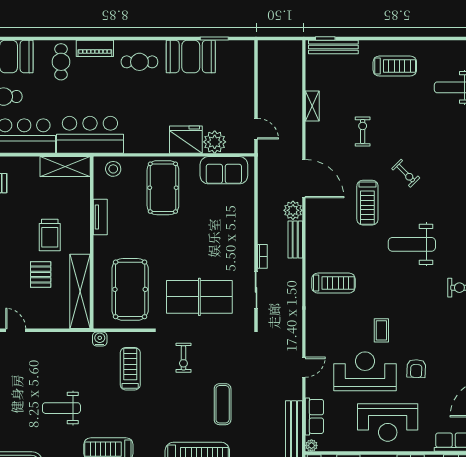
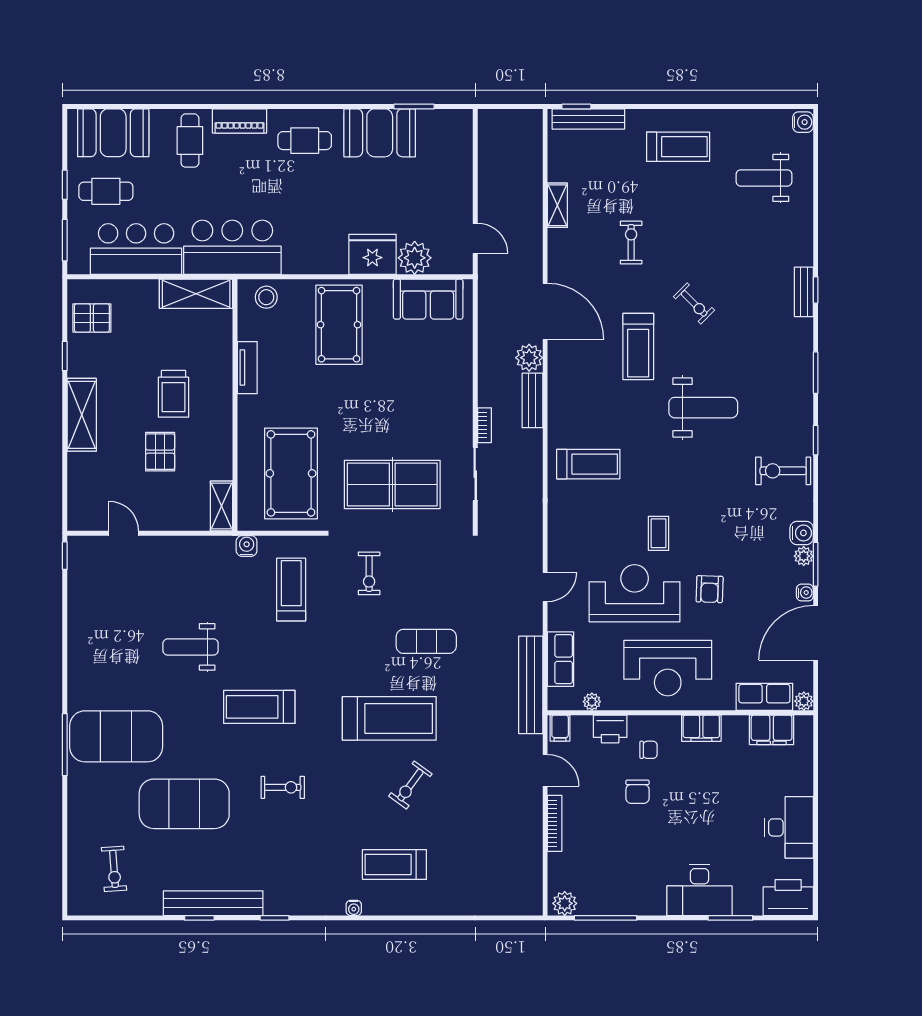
weight bench: (412, 244) -> (703, 408), turned 180
shelving: (80, 291) -> (222, 506), width x0.45, depth x0.75
exercise mat: (223, 404) -> (426, 641), turned 90
plant: (311, 445) -> (592, 702), moved

